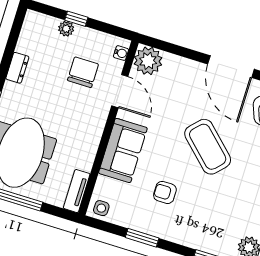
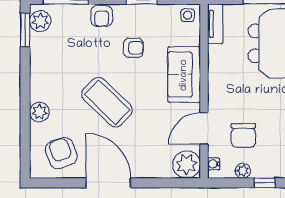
plant: (66, 29) -> (243, 171), moved
door: (120, 91) -> (204, 128), hinge flipped
armchair: (186, 234) -> (102, 16), added

